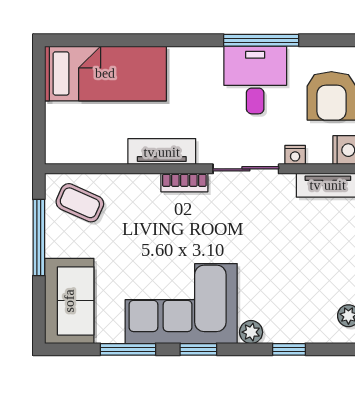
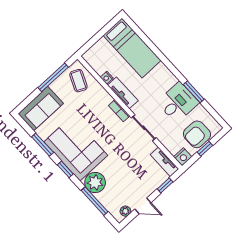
window: (261, 40) -> (194, 92), width x0.69
nightstand: (295, 155) -> (107, 78), moved
plant: (251, 332) -> (95, 183), width x1.87, depth x1.87
window: (289, 349) -> (94, 201), width x2.17

